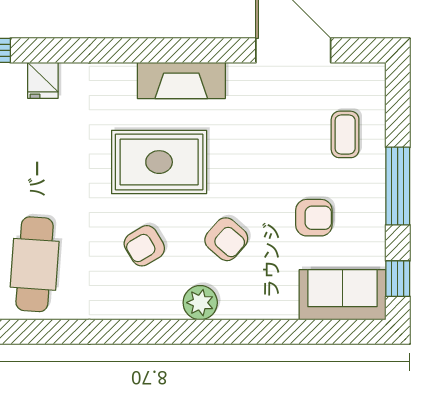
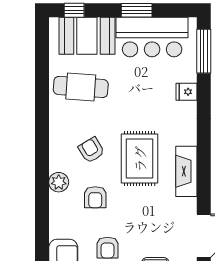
armchair: (226, 239) -> (95, 197), turned -41

